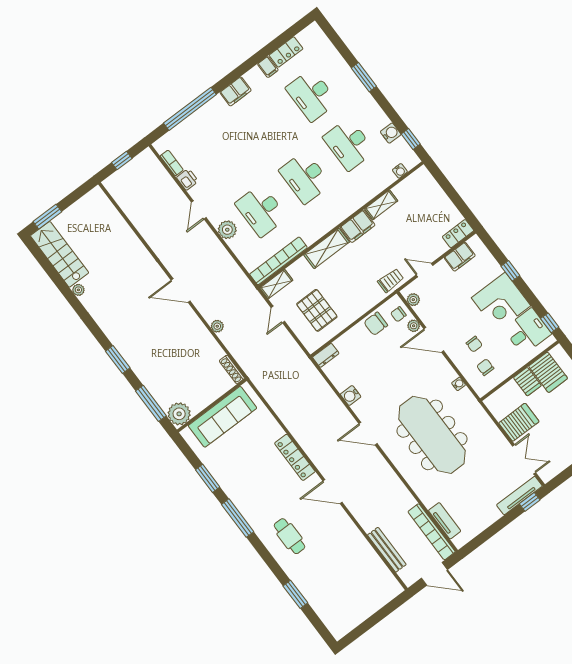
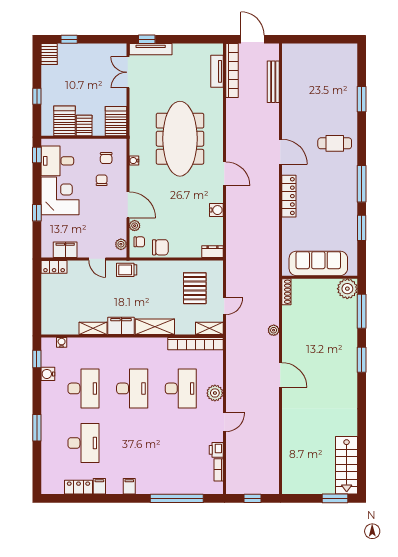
filing cabinet: (236, 91) -> (129, 486), width x0.50
plant: (78, 290) -> (352, 430), removed
server rack: (519, 422) -> (116, 121), moved, turned 90
cafe table: (289, 536) -> (335, 143), turned 90

